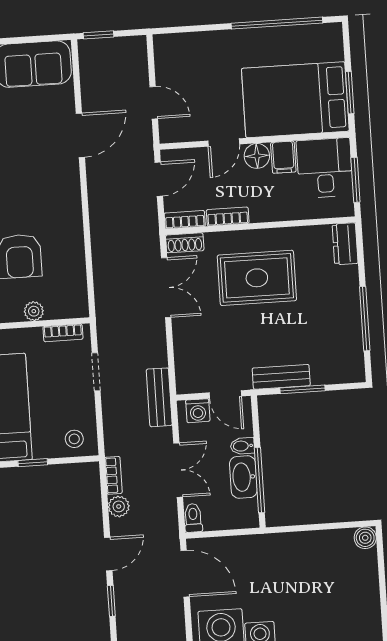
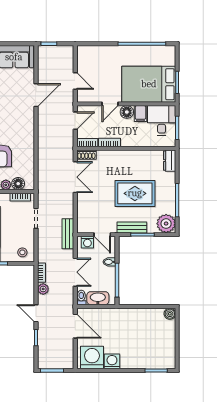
rug: (257, 278) -> (135, 193), moved
floor lamp: (57, 307) -> (18, 184), added
plant: (347, 365) -> (166, 224), added
washbasin: (243, 477) -> (98, 298), moved, turned 90
door: (108, 554) -> (36, 313), swing flipped

